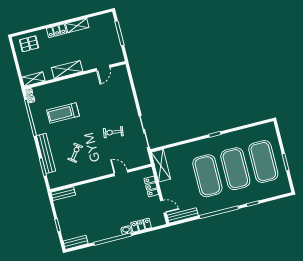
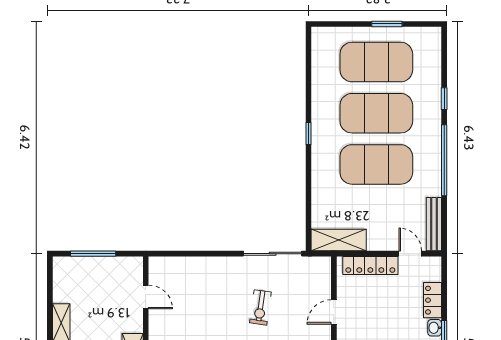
locker: (151, 186) -> (370, 265), width x1.53
door: (163, 207) -> (410, 254), hinge flipped

